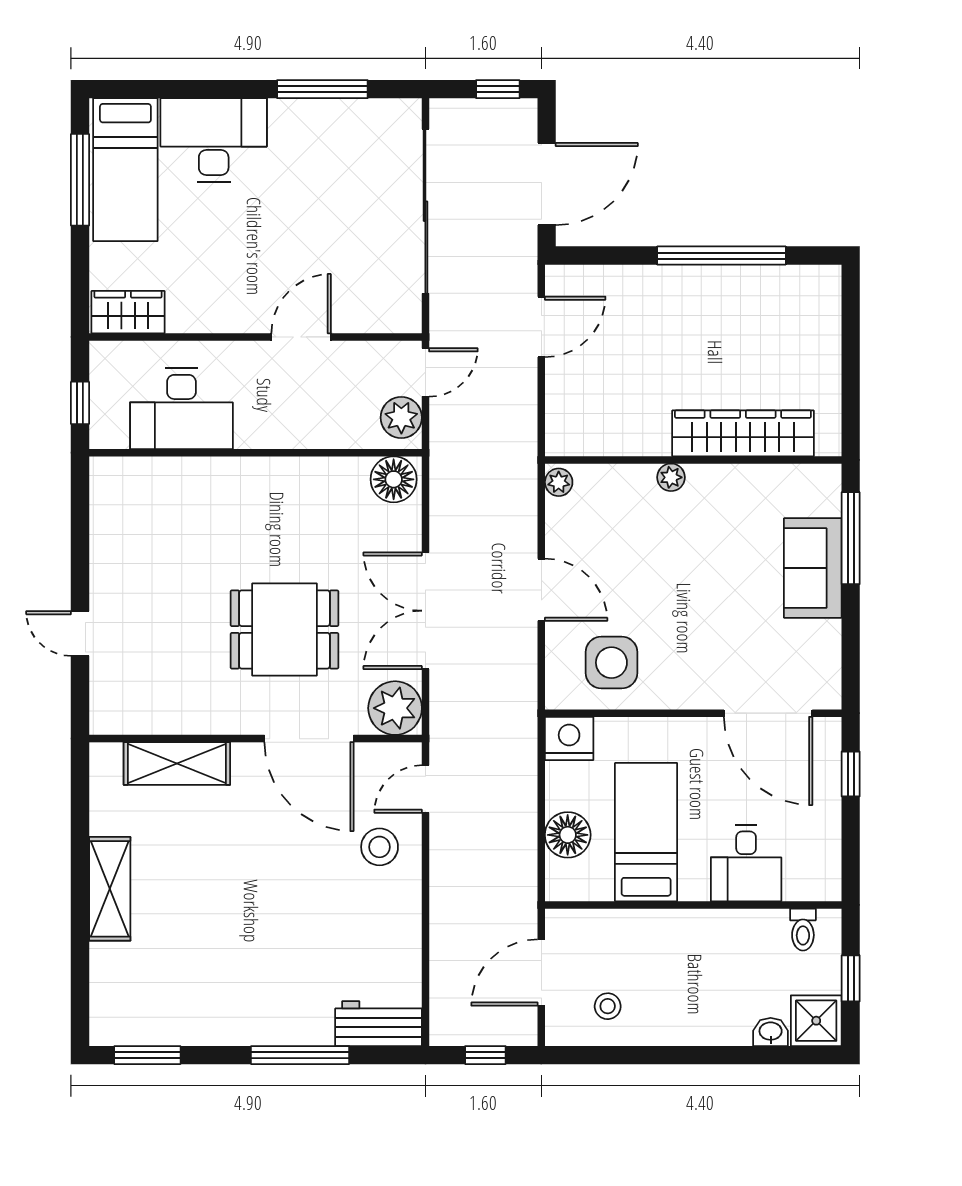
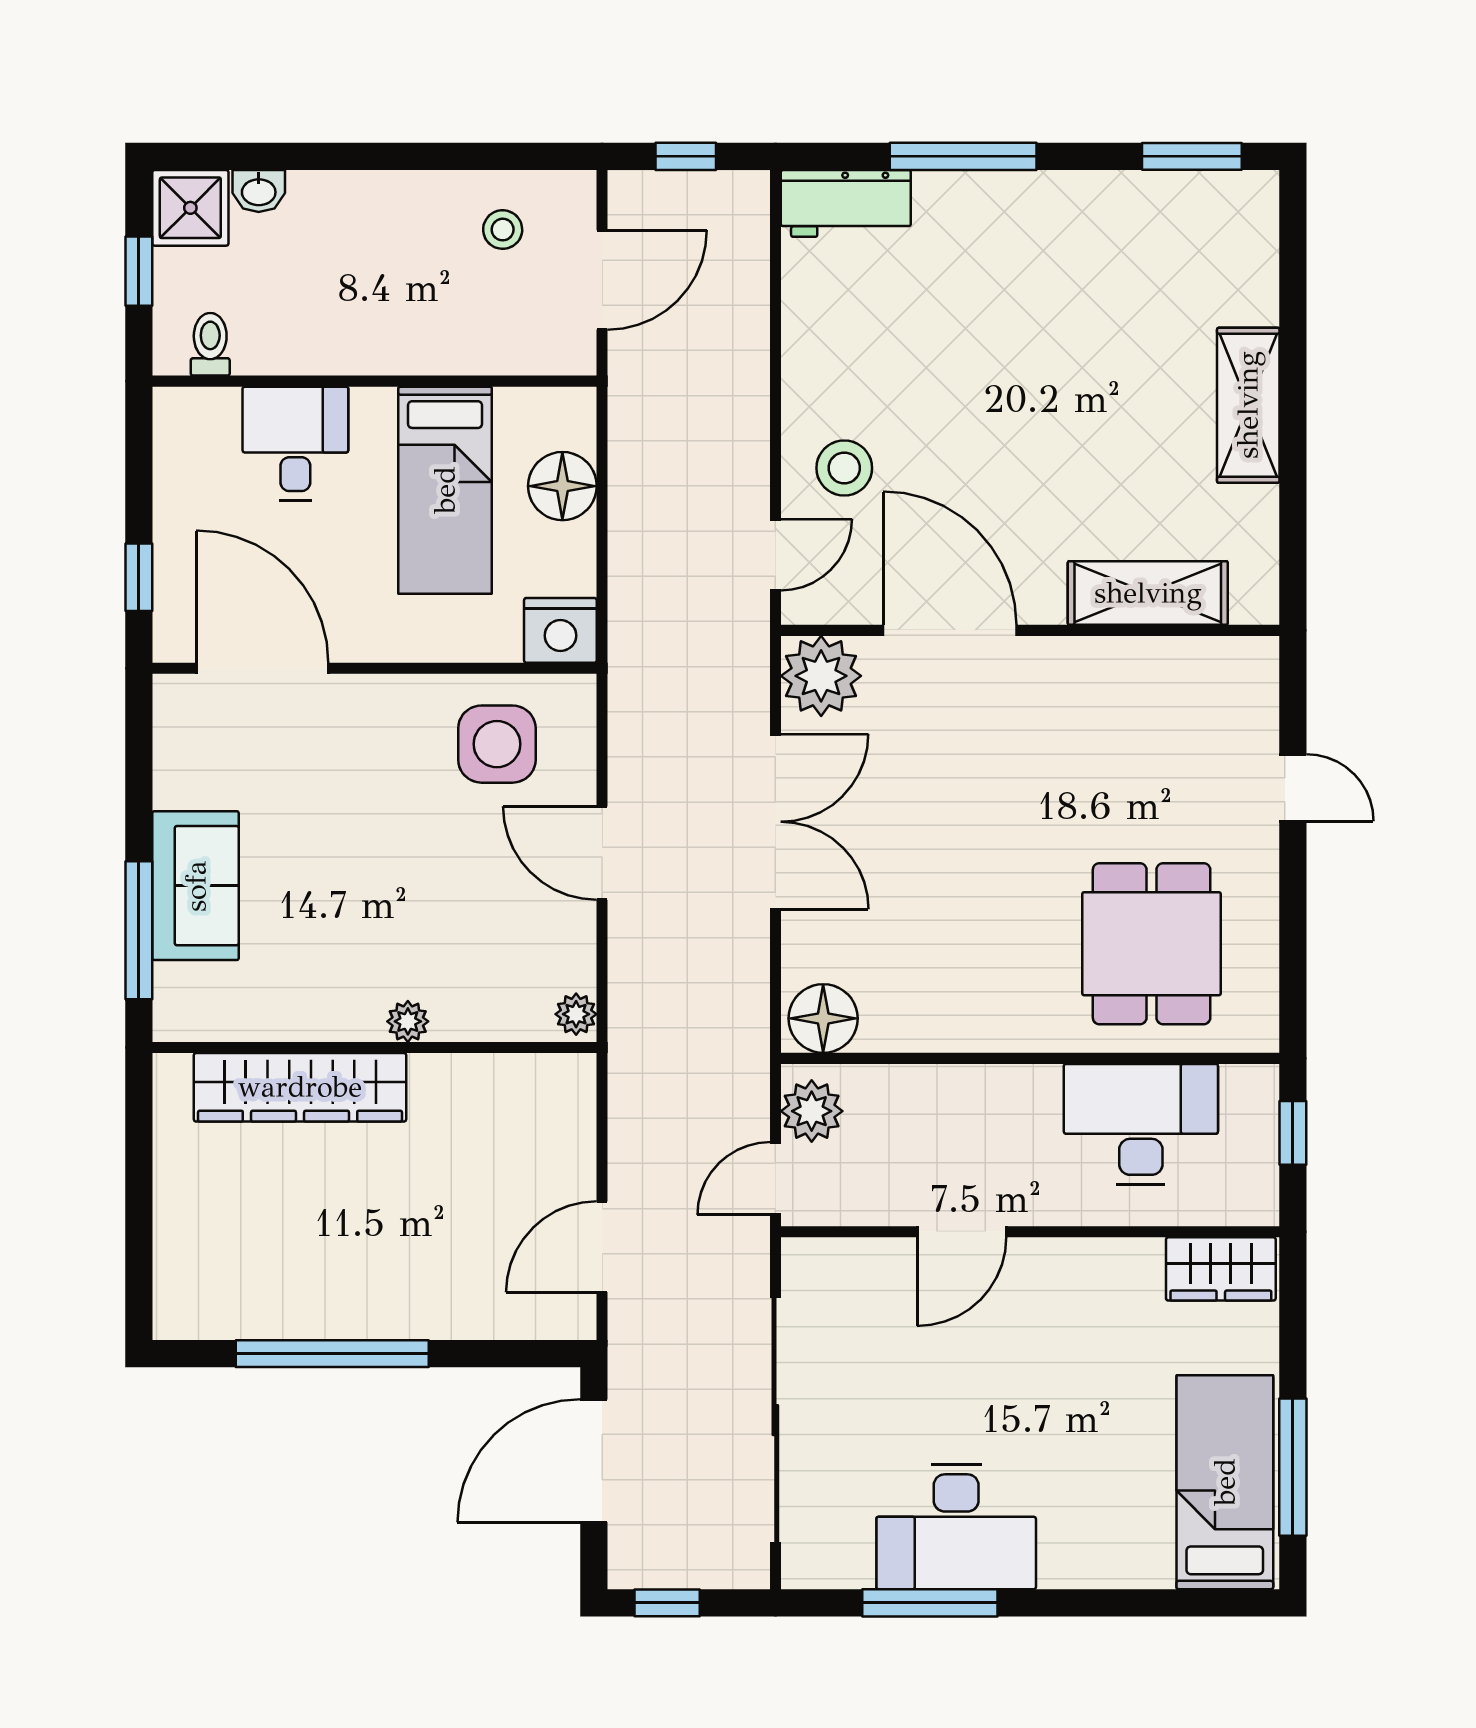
desk: (214, 140) -> (956, 1527), moved
dining table: (284, 629) -> (1152, 944), moved, turned 90

